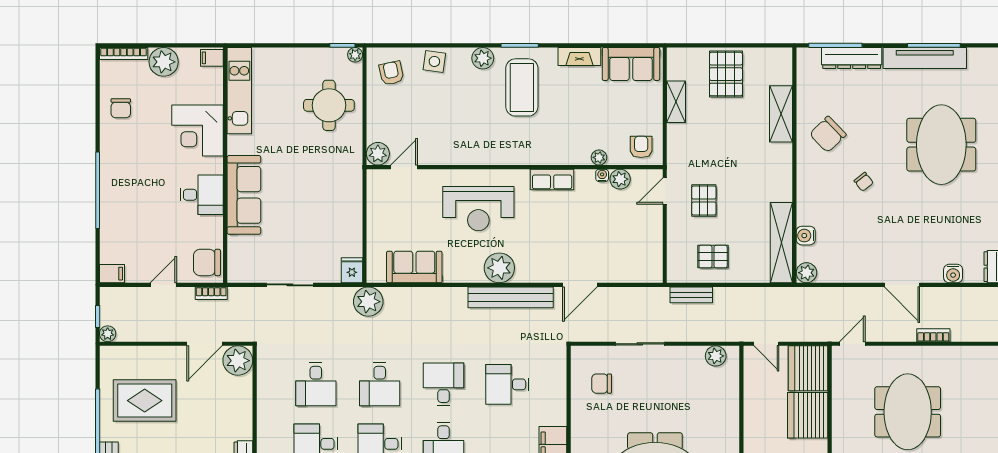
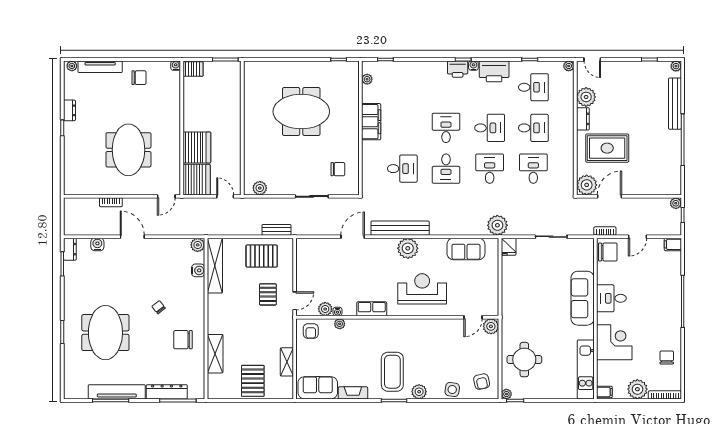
chair: (828, 134) -> (183, 340), turned -136
pallet: (713, 257) -> (262, 256), width x1.50, depth x1.42
rug: (145, 401) -> (607, 148), moved

